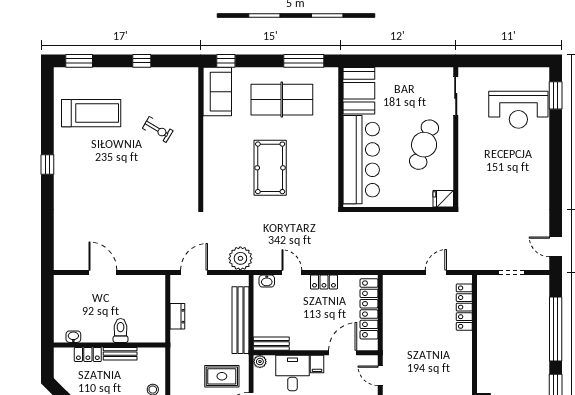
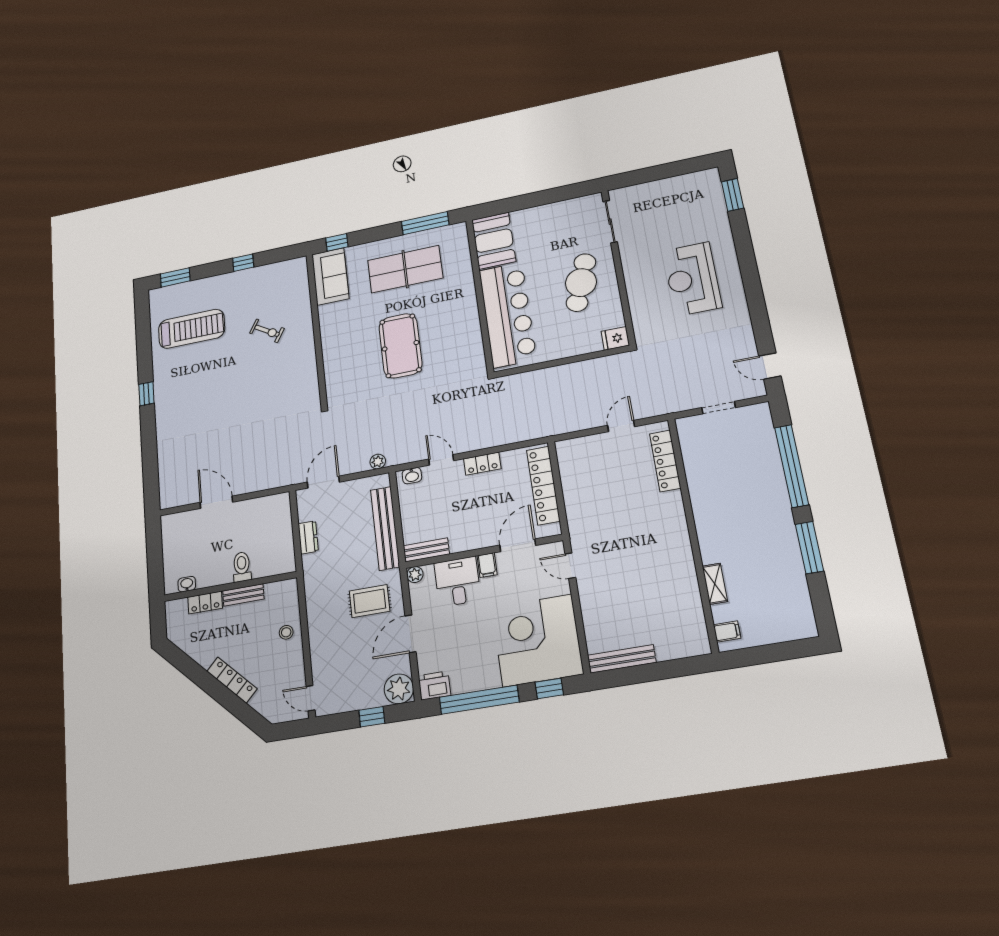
reception desk: (518, 110) -> (692, 279), moved, turned 90
plant: (240, 258) -> (378, 462), width x0.53, depth x0.53

